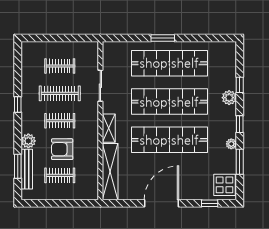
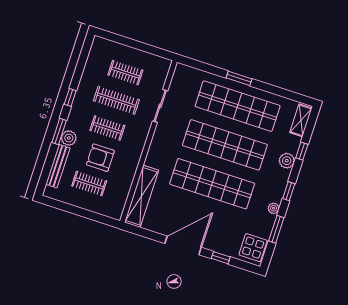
shelving: (109, 128) -> (301, 120), moved
window: (18, 166) -> (59, 131), moved
window: (210, 203) -> (221, 258), moved

